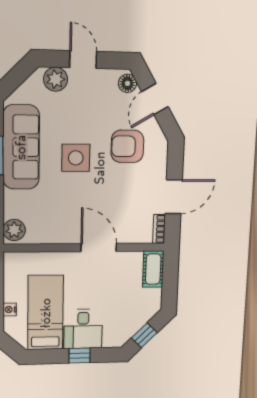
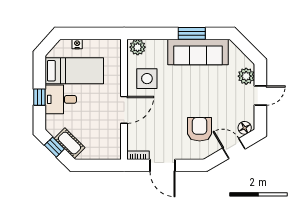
side table: (76, 158) -> (147, 79), moved
cot: (153, 269) -> (70, 143), moved, turned 45

